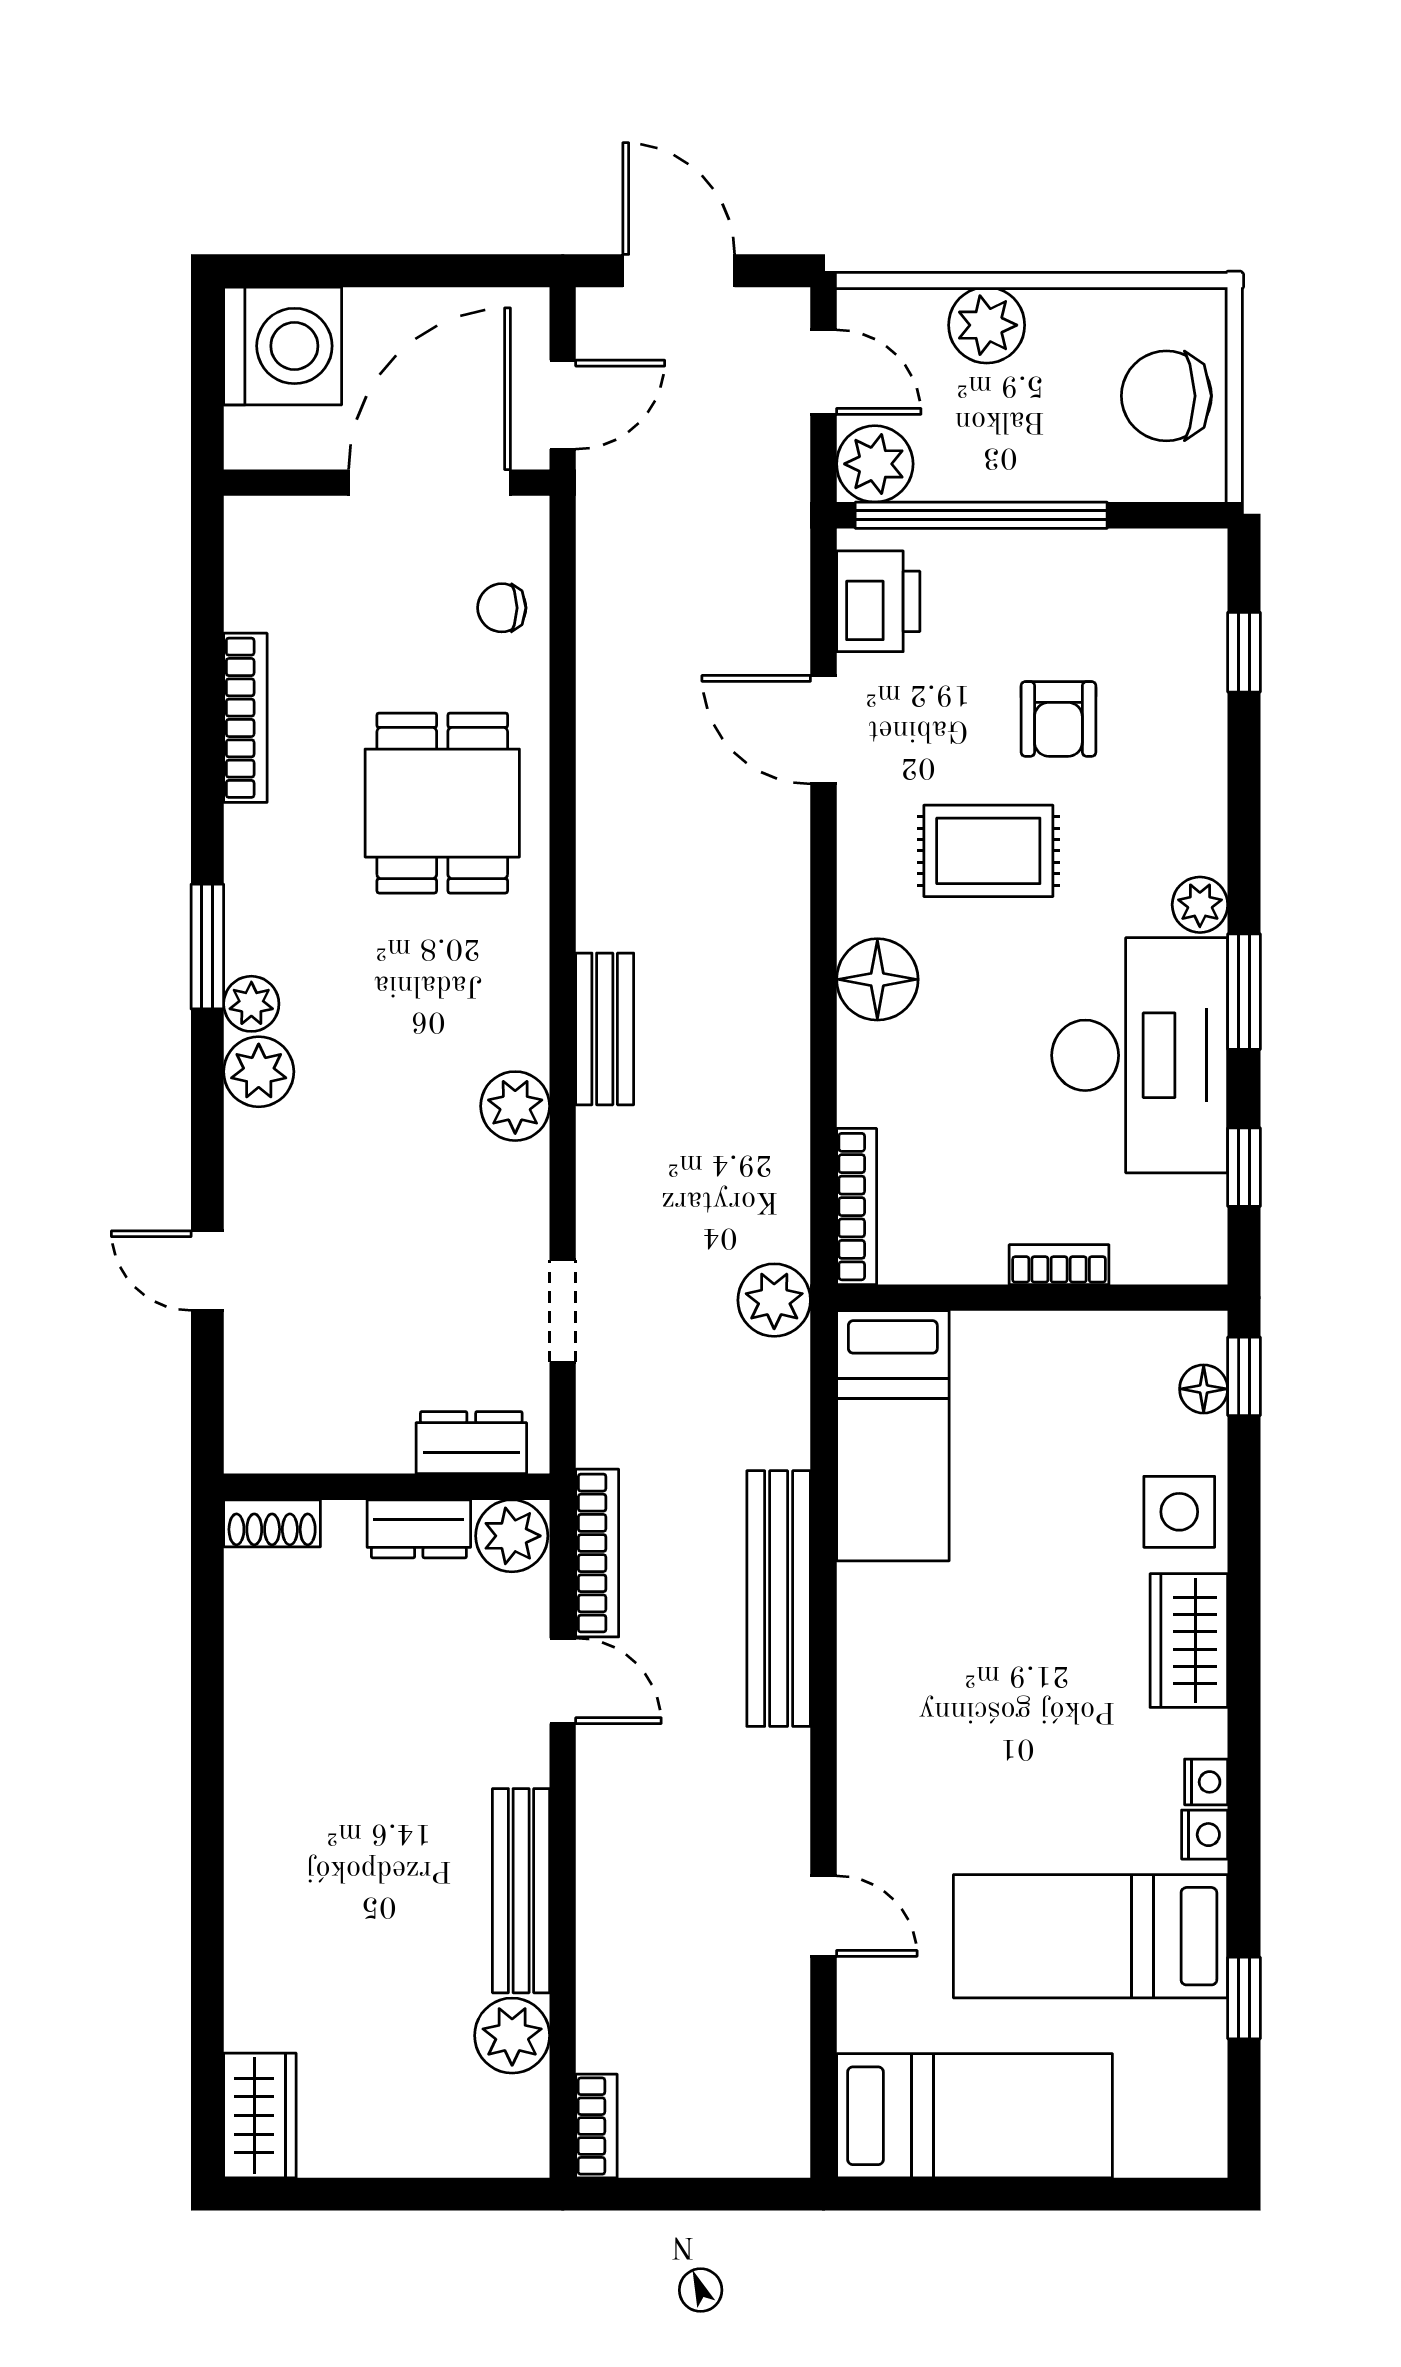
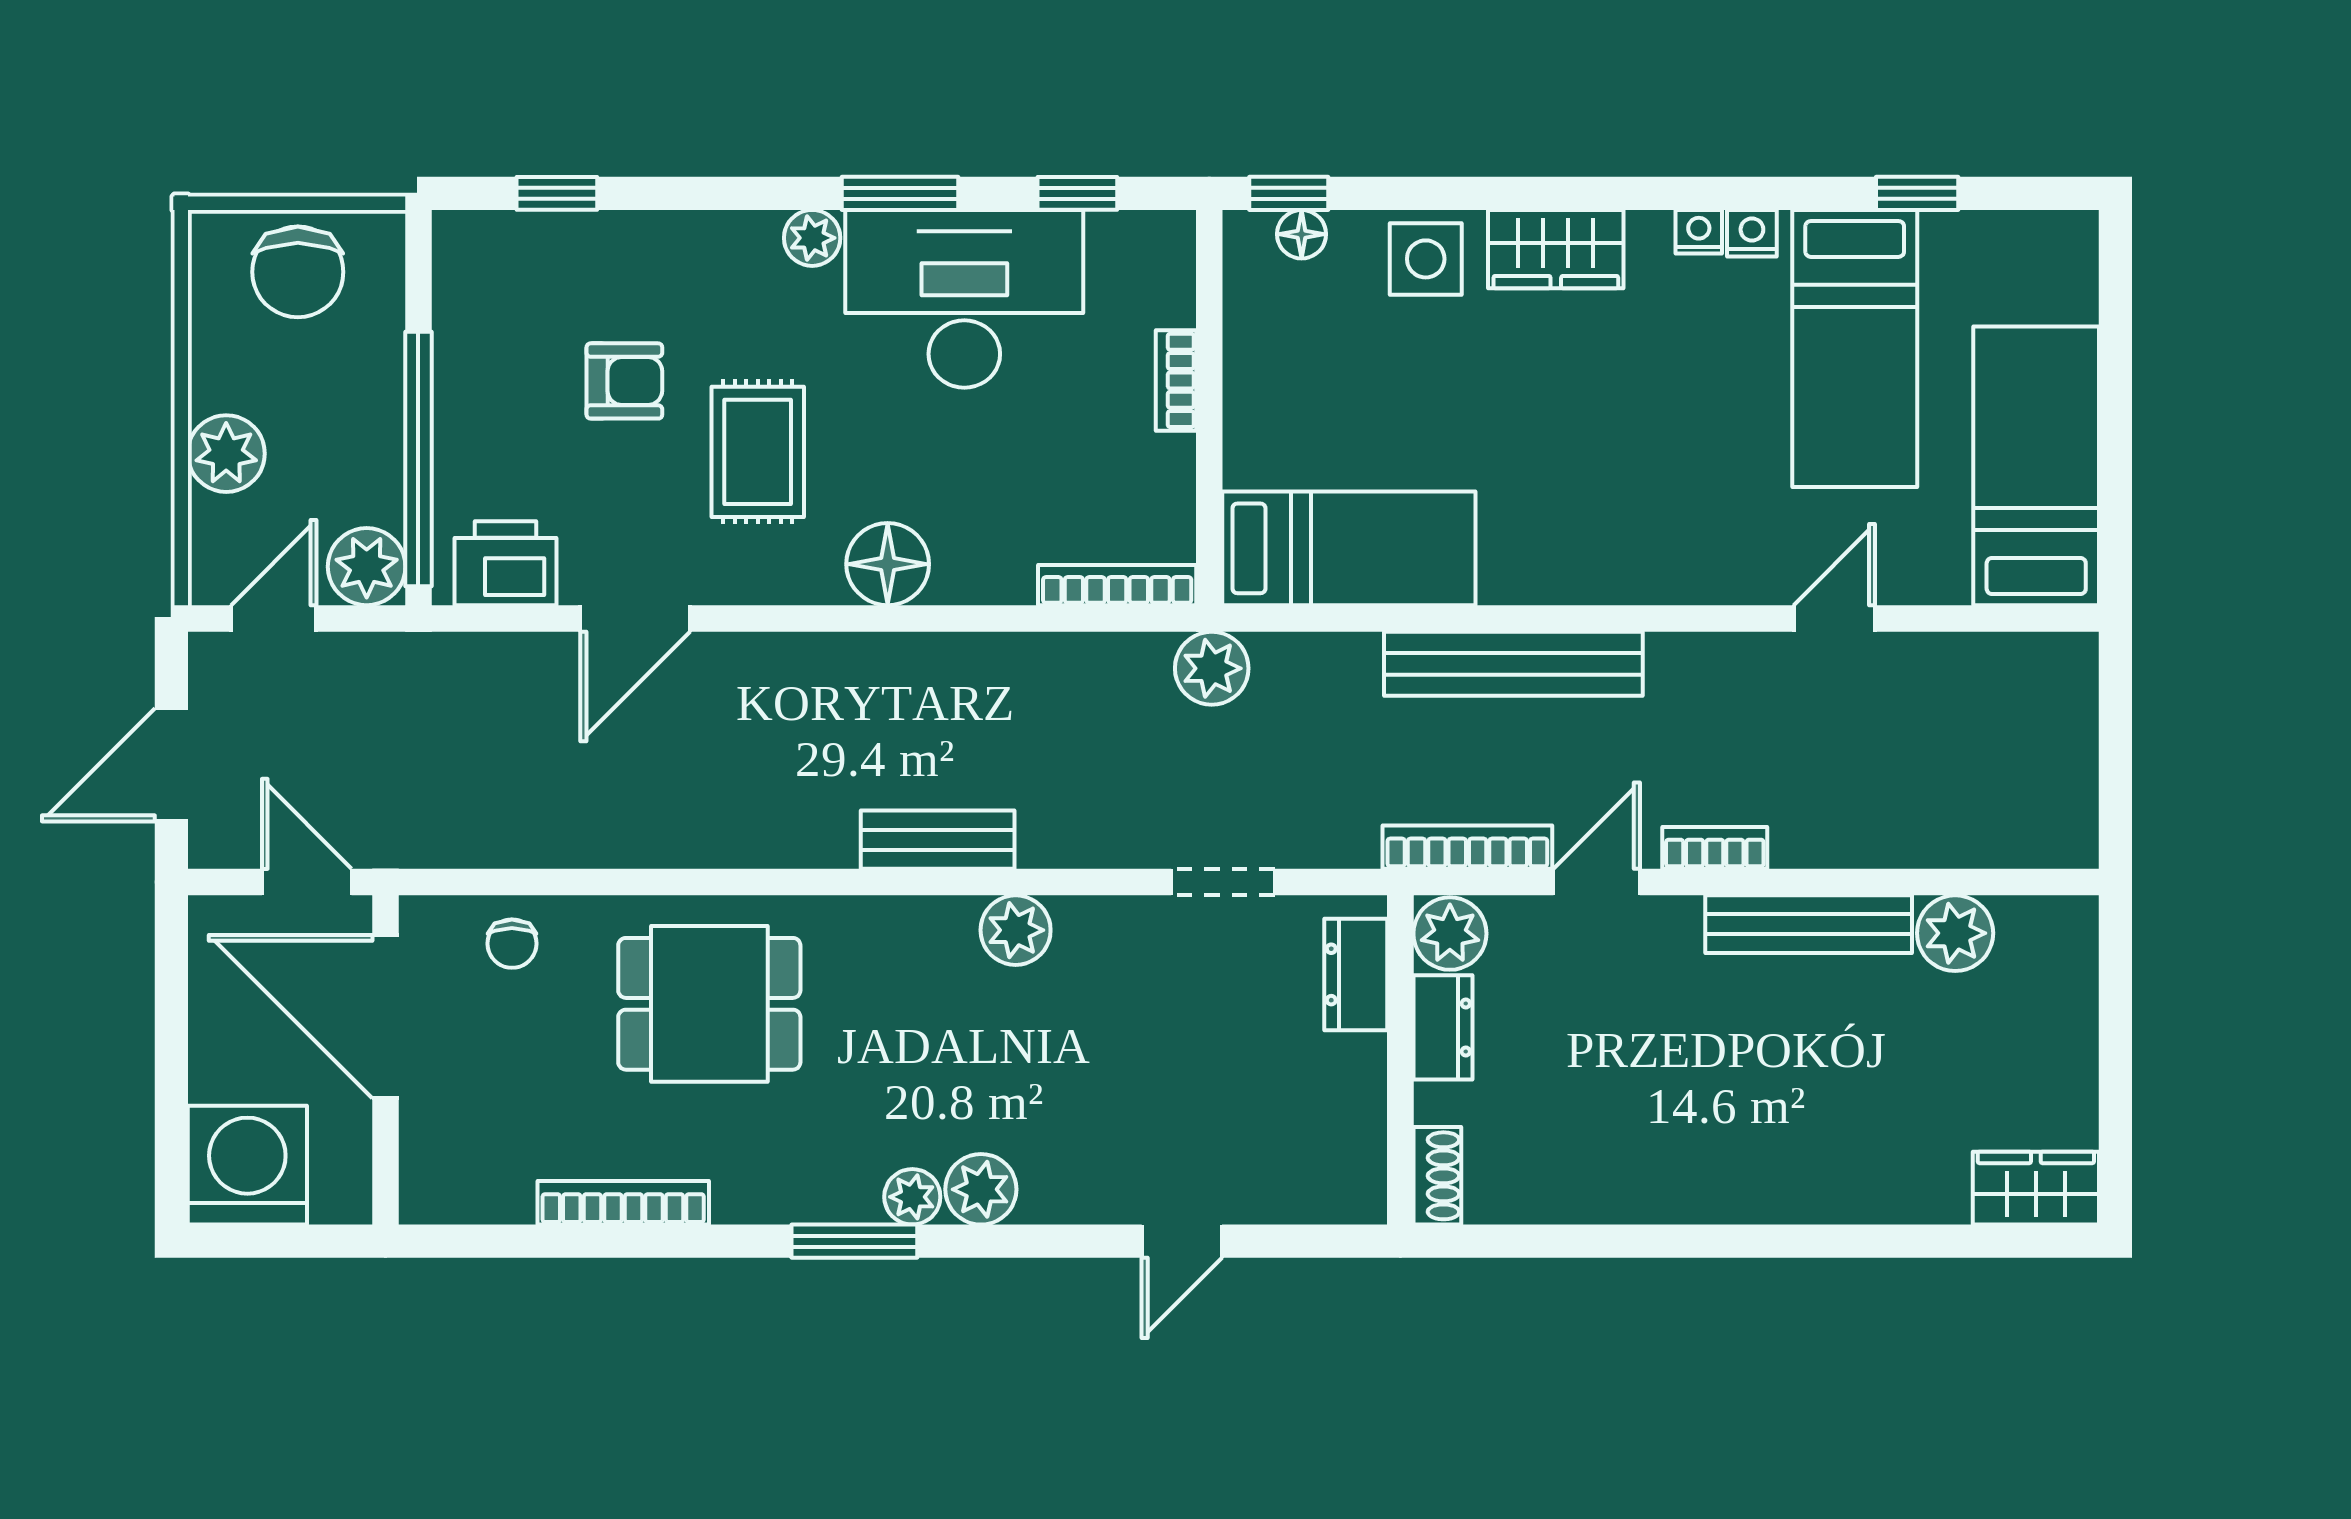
bookcase: (596, 2126) -> (1715, 848), moved

